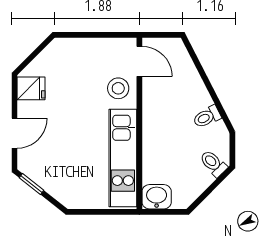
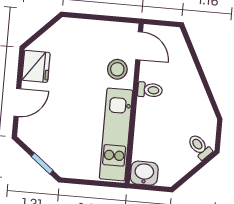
fridge: (31, 88) -> (36, 66), width x1.38
toilet: (207, 117) -> (150, 90), moved, turned -153
window: (32, 184) -> (42, 164), moved

